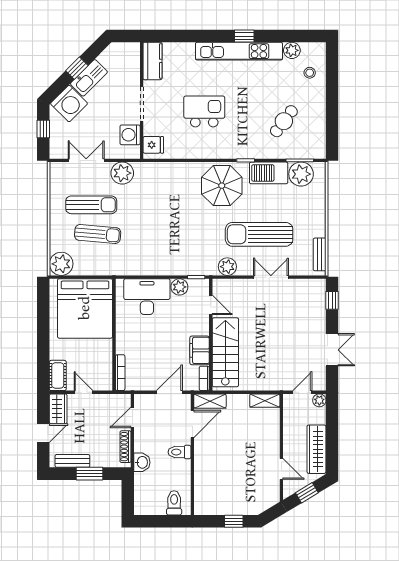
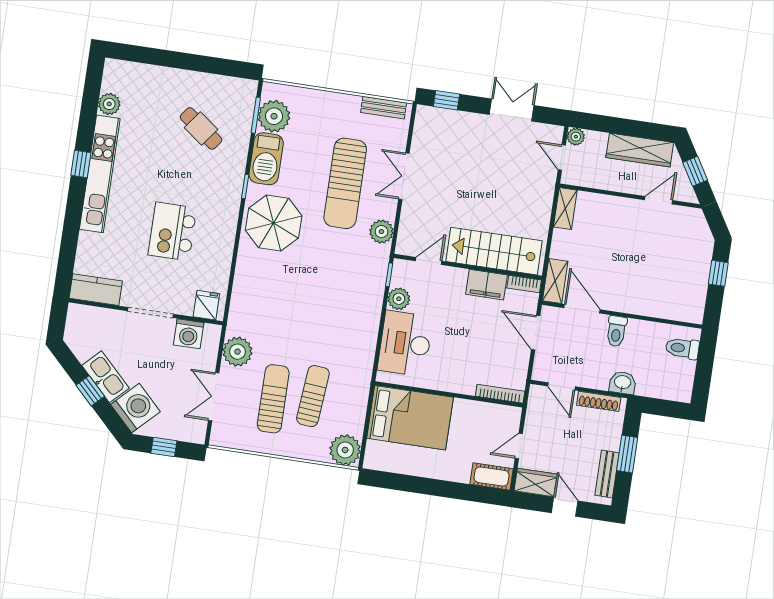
stool: (310, 73) -> (142, 85), removed
bed: (85, 308) -> (410, 418), width x0.73

